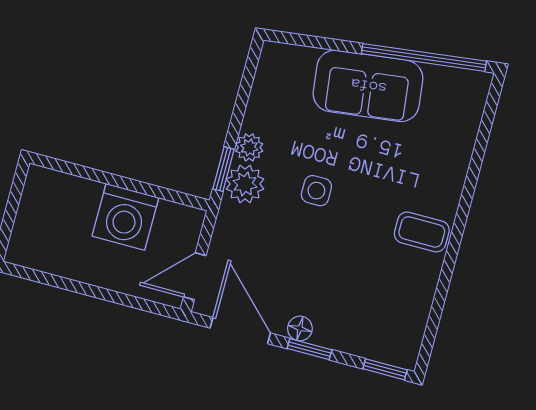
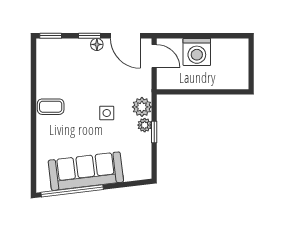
sofa: (368, 86) -> (86, 171), width x1.36
window: (224, 169) -> (154, 132), moved
washing machine: (125, 217) -> (197, 52), moved, turned 180
door: (195, 276) -> (154, 56), hinge flipped

